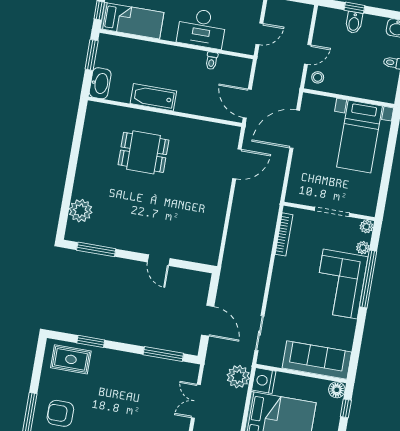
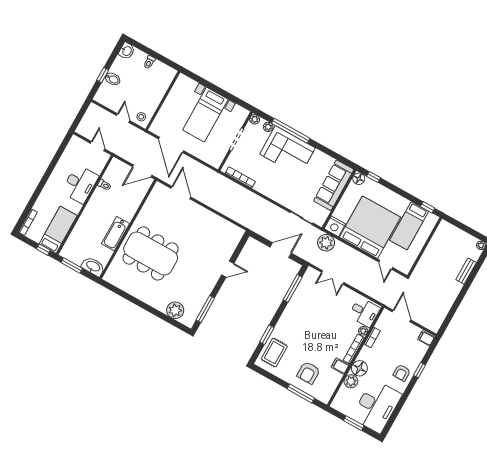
bed with nightstands: (360, 136) -> (205, 115), moved, turned 90
dining table: (143, 152) -> (151, 253), width x1.88, depth x1.24

